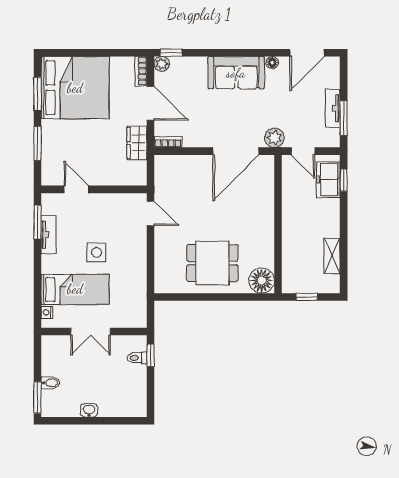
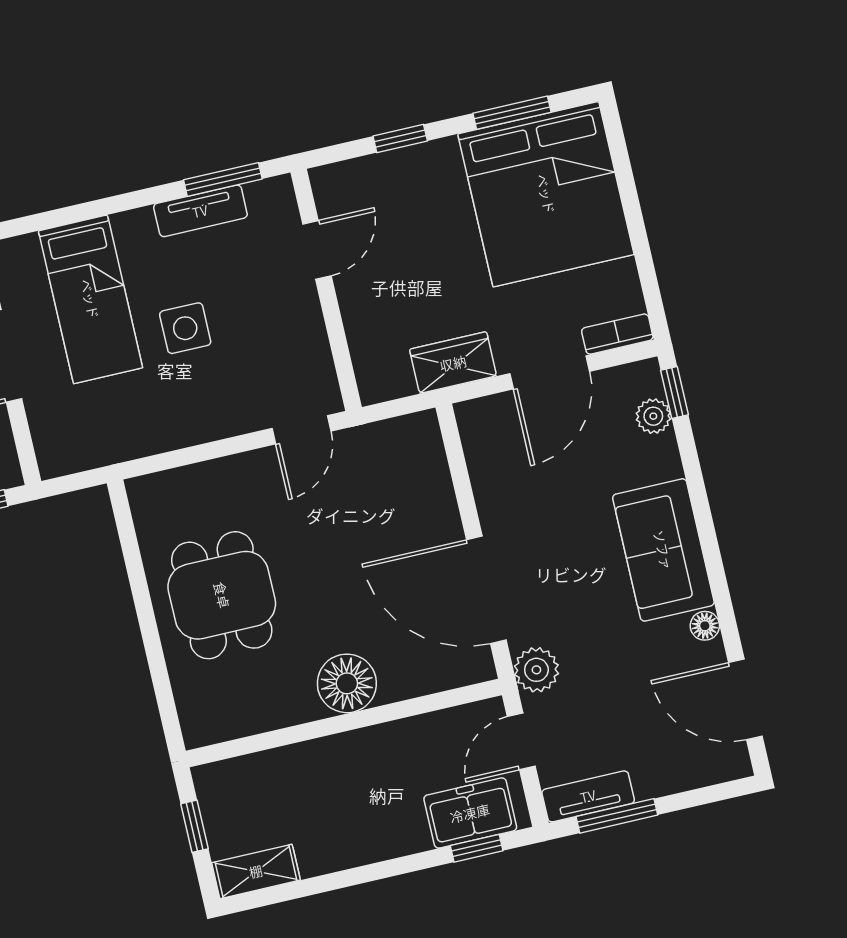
plant: (162, 64) -> (653, 416), moved
tv unit: (333, 108) -> (588, 796), moved
bookcase: (168, 142) -> (472, 432), removed
window: (38, 143) -> (400, 138), width x0.67
shelving: (332, 256) -> (256, 871), moved
floor lamp: (262, 281) -> (347, 683), moved
nightstand: (47, 312) -> (24, 248), removed

